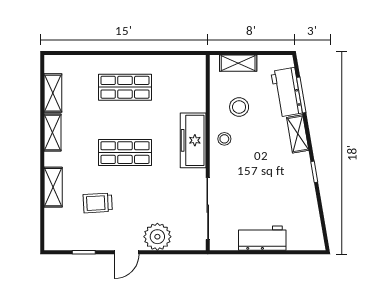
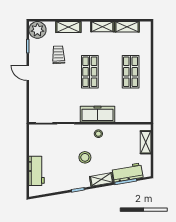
stool: (239, 107) -> (85, 157), moved
plant: (157, 237) -> (37, 30), moved
workbench: (262, 238) -> (37, 171), moved

